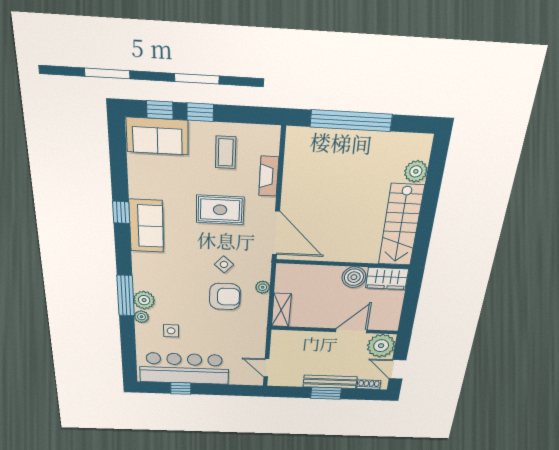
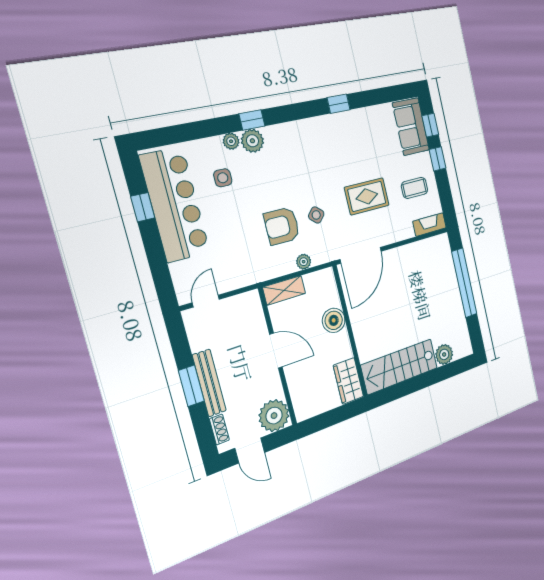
fireplace: (269, 176) -> (430, 225), moved
rug: (220, 210) -> (367, 196), turned 90
sofa: (146, 226) -> (333, 130), removed
boiler: (354, 277) -> (334, 320), moved
window: (126, 296) -> (252, 120), width x0.46
armchair: (225, 297) -> (282, 226), turned 90
door: (351, 331) -> (276, 351), moved
door: (397, 369) -> (250, 450), swing flipped

